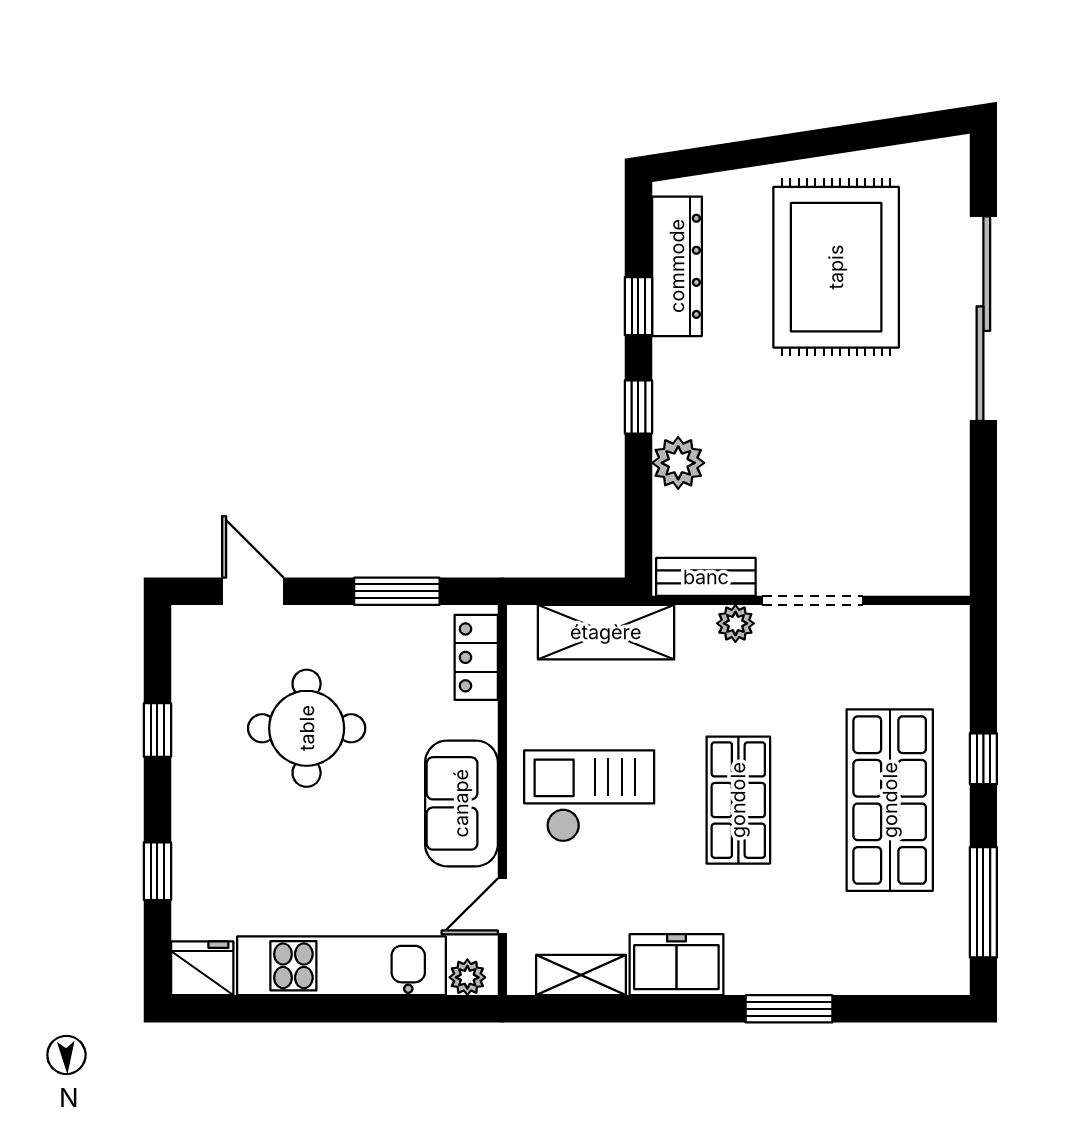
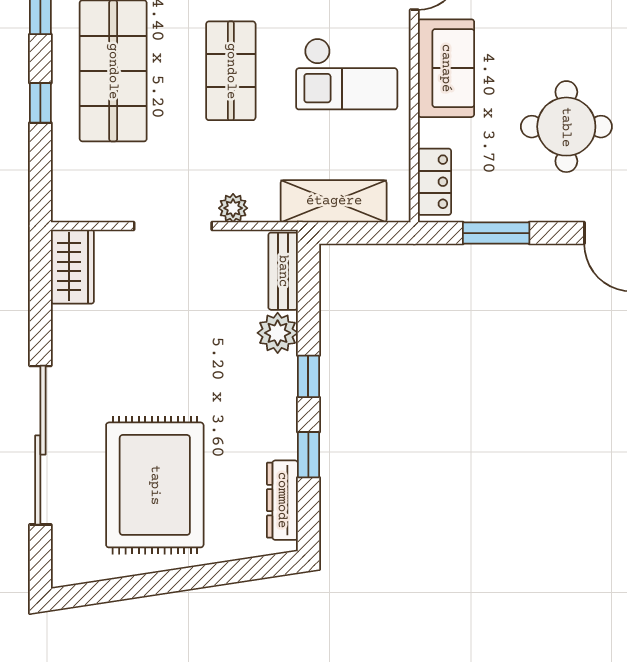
dresser: (677, 266) -> (282, 500), width x0.73, depth x0.80
wardrobe: (942, 548) -> (72, 267), added
bench: (706, 577) -> (283, 271), moved, turned 90

